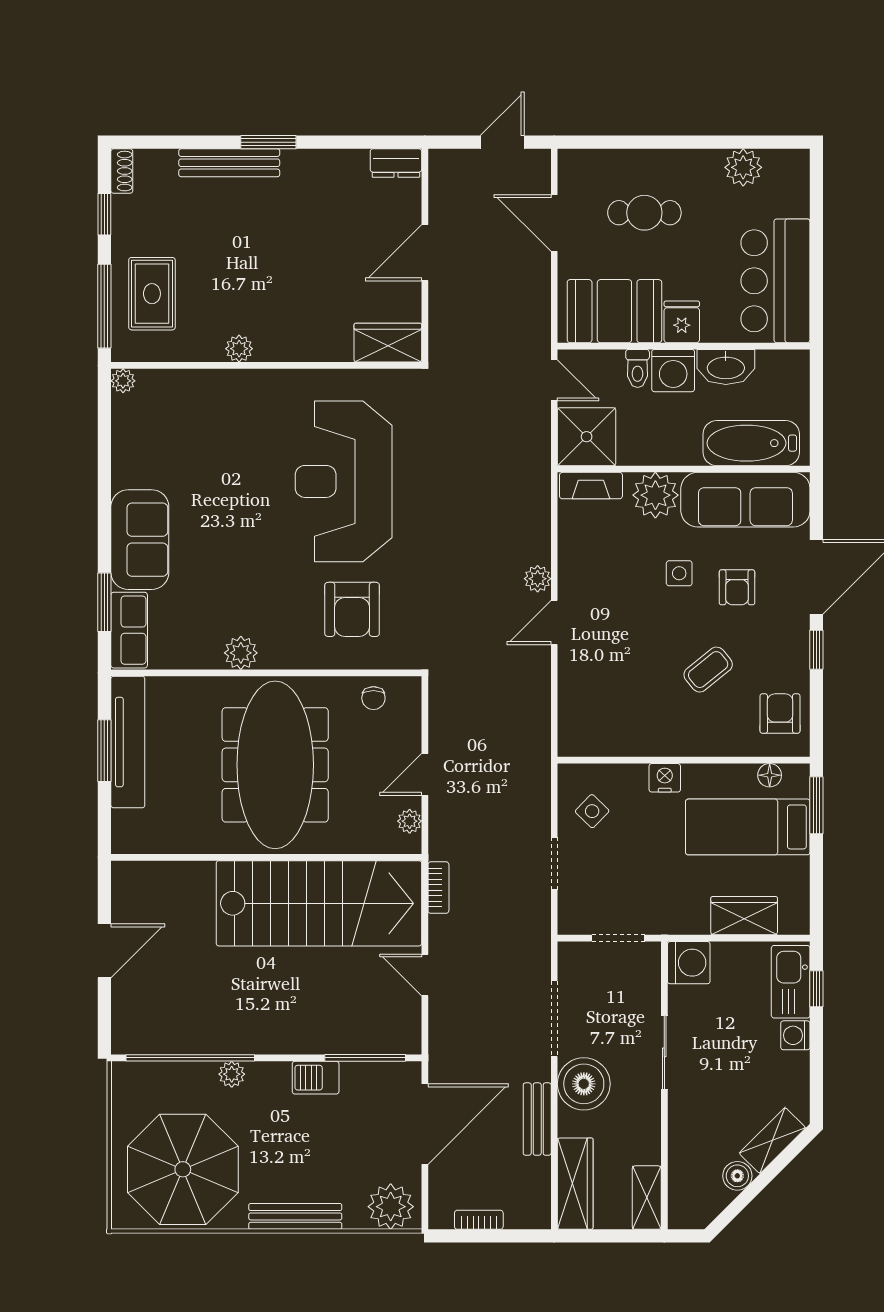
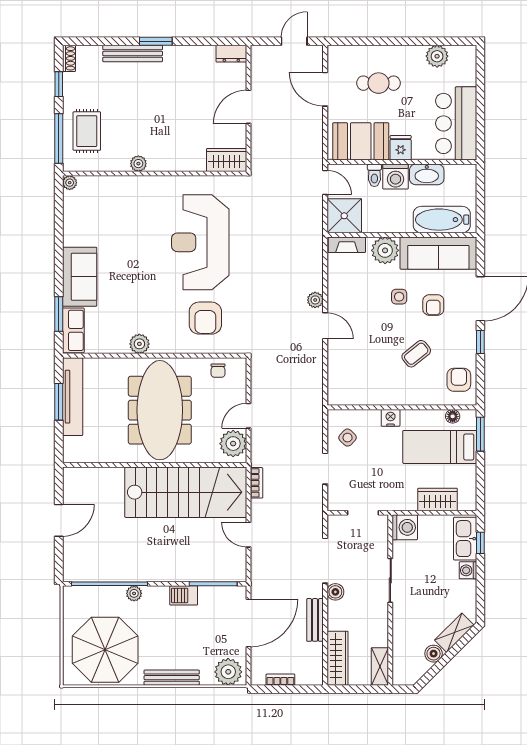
door: (554, 623) -> (325, 326), swing flipped
plant: (410, 821) -> (233, 444), width x1.88, depth x1.88
boiler: (584, 1084) -> (335, 592), width x0.54, depth x0.54

